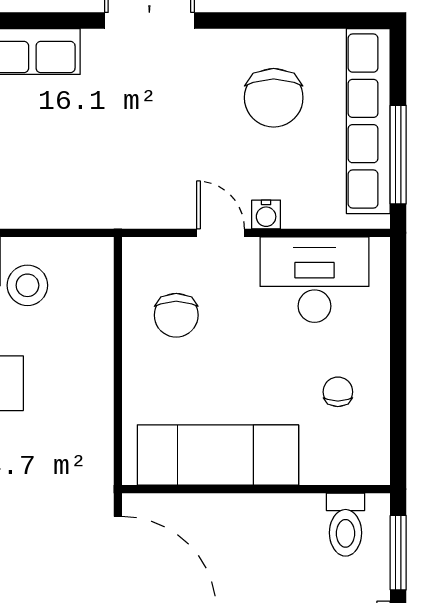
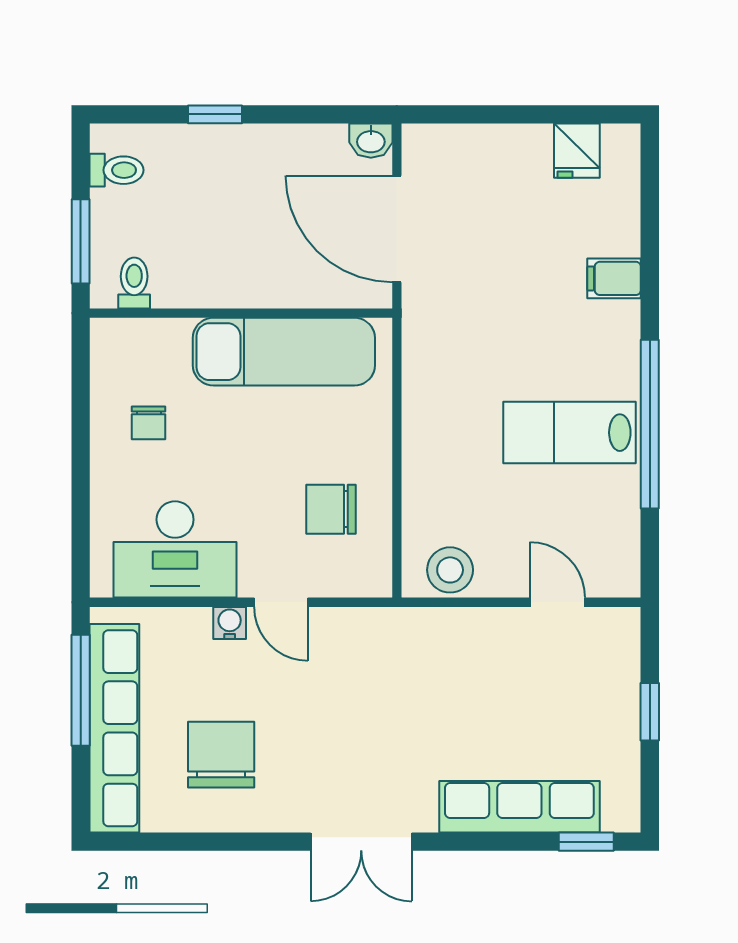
stool: (27, 285) -> (450, 570), moved
chair: (176, 315) -> (331, 509), turned -90
toilet: (346, 525) -> (134, 283), width x0.73, depth x0.72

